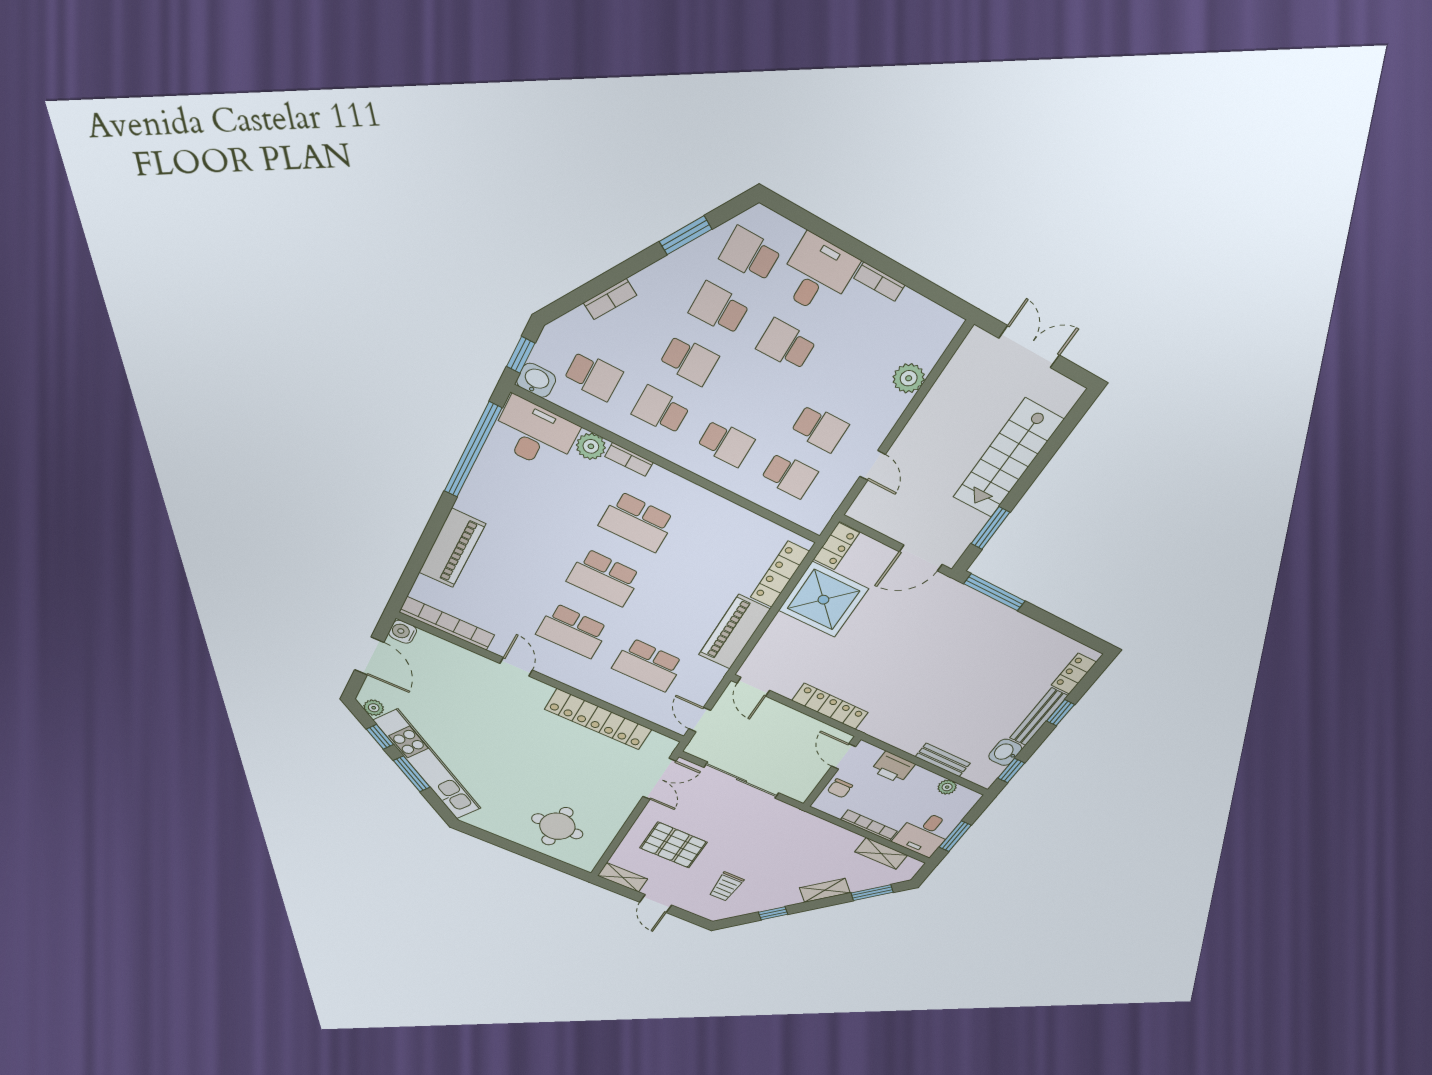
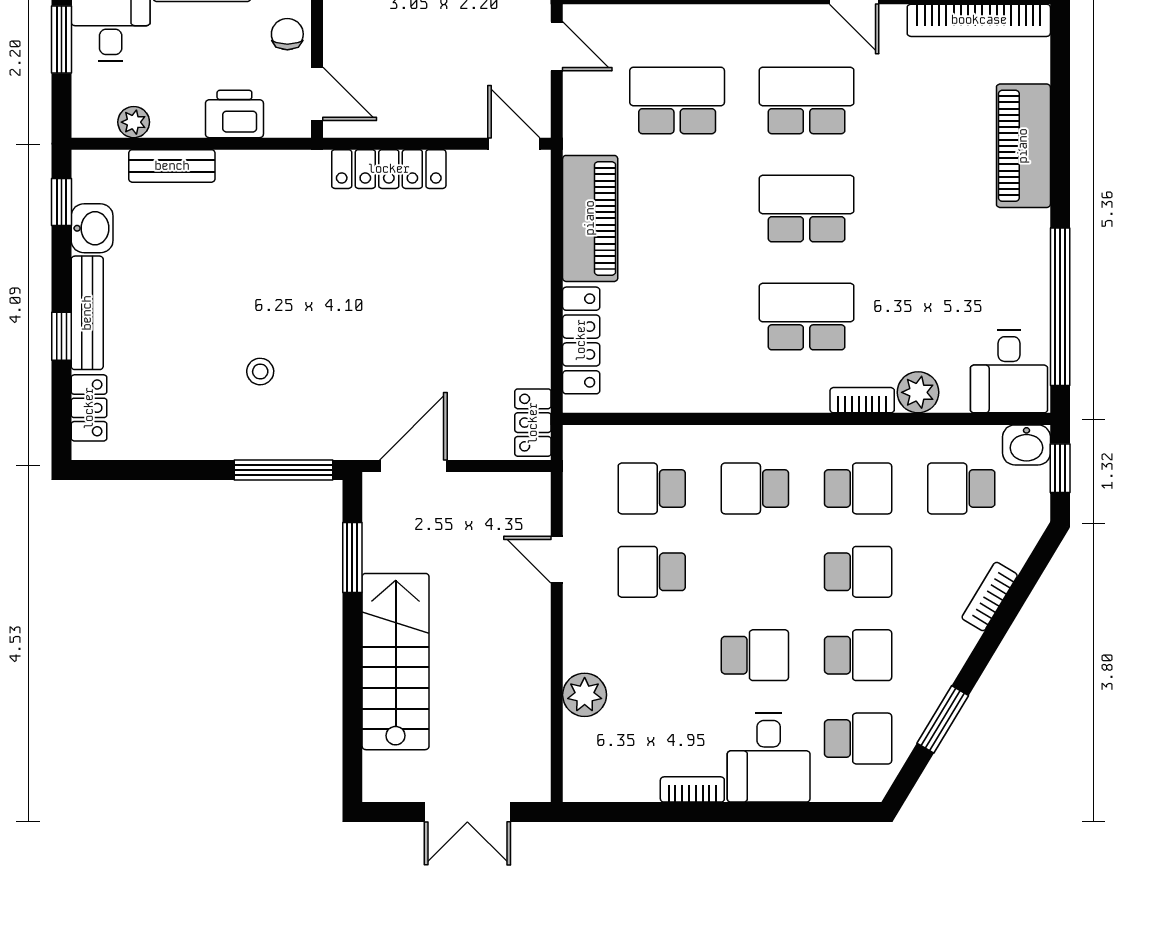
school desk: (689, 360) -> (858, 572), turned 180
desk: (535, 434) -> (1009, 372), width x0.73
shower: (823, 600) -> (501, 334), removed
stool: (970, 646) -> (260, 372), added

